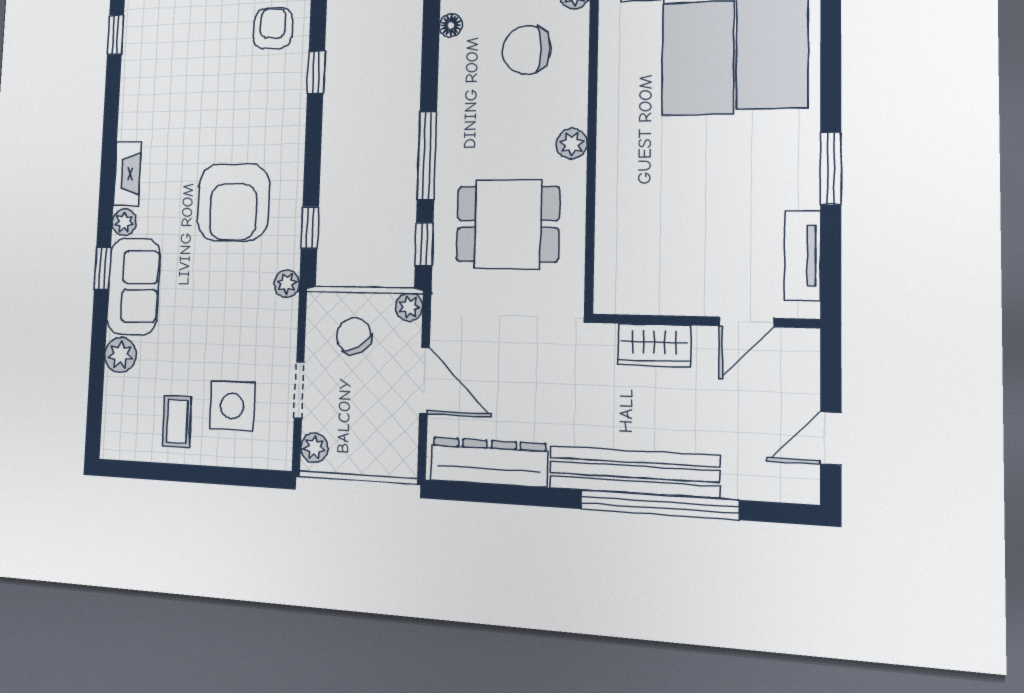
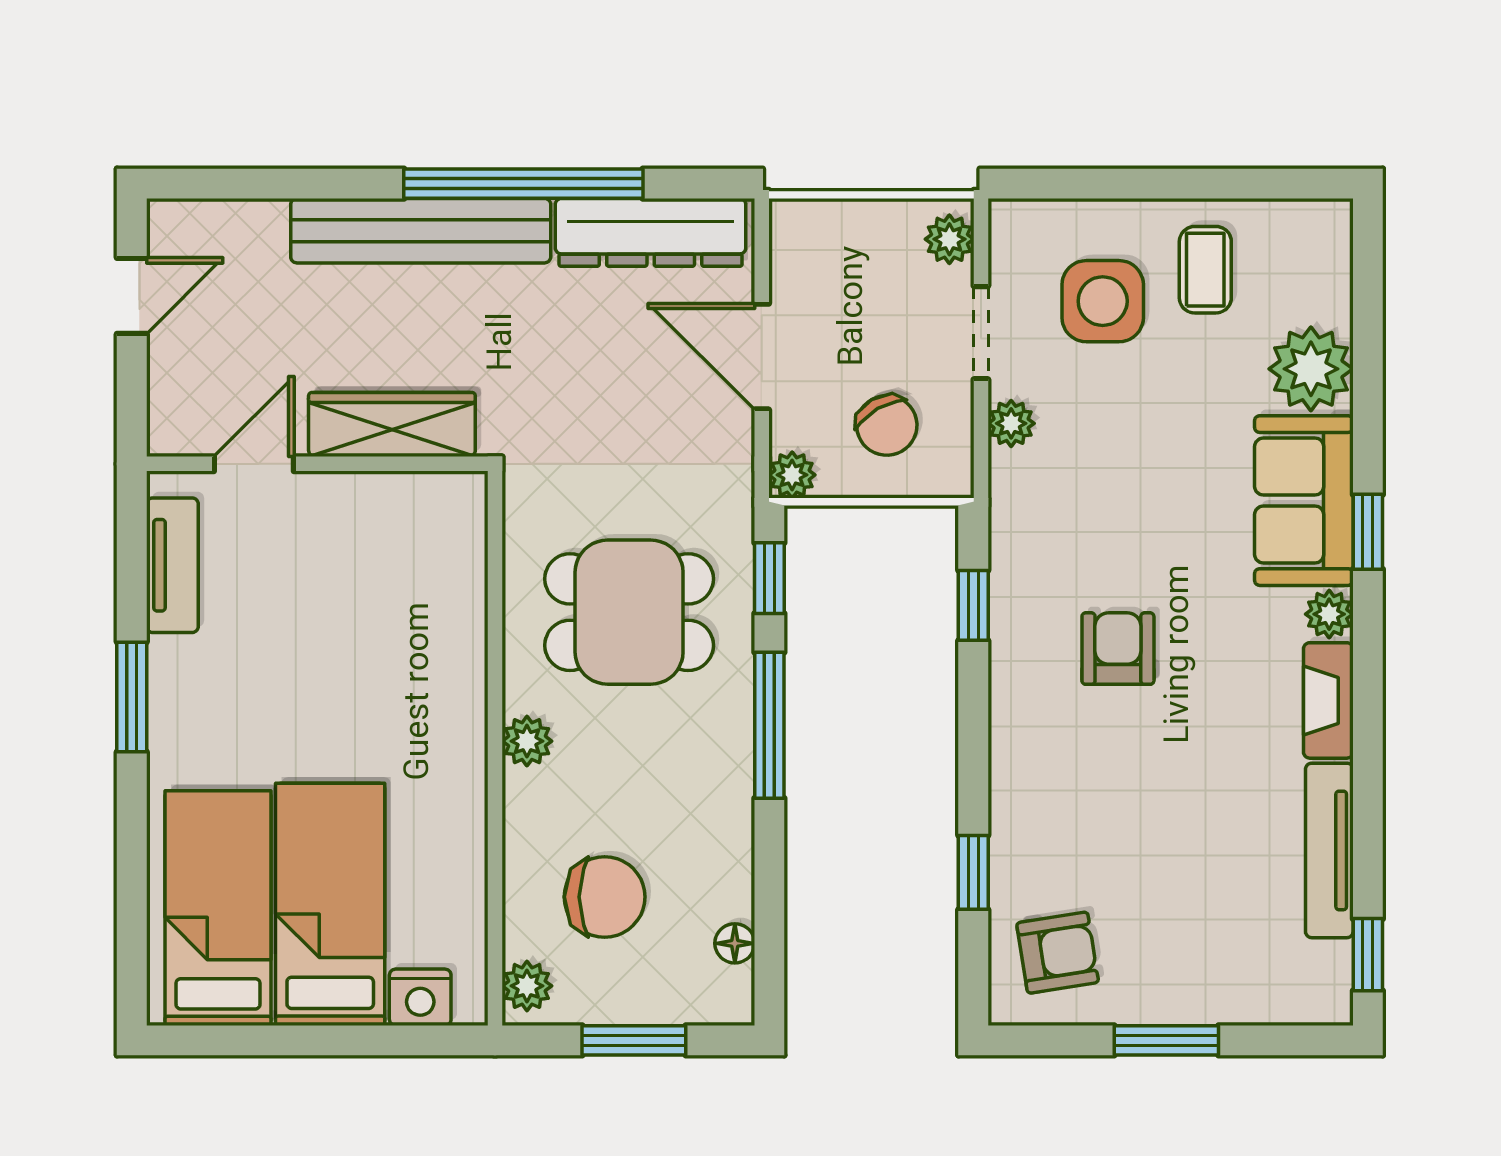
armchair: (273, 28) -> (1058, 953), turned -100
tv unit: (131, 91) -> (1329, 850), added
armchair: (233, 202) -> (1118, 649), width x0.53, depth x0.53
plant: (287, 284) -> (1011, 423), moved
wardrobe: (654, 345) -> (392, 425), width x1.50
plant: (121, 355) -> (1311, 369), width x1.36, depth x1.36
window: (659, 505) -> (523, 184), moved

